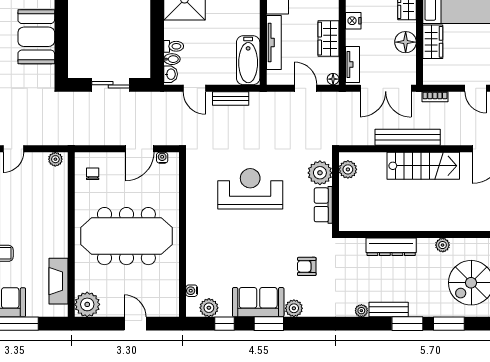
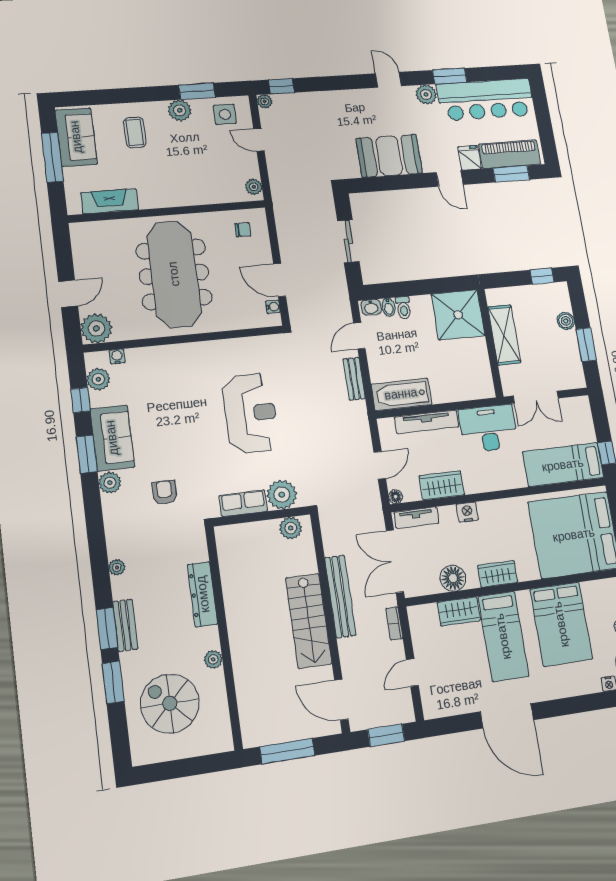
plant: (87, 304) -> (96, 328), moved
bench: (389, 310) -> (125, 625), moved

